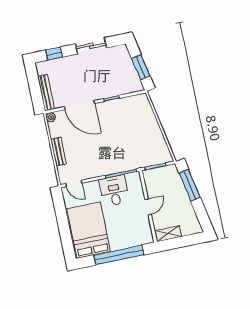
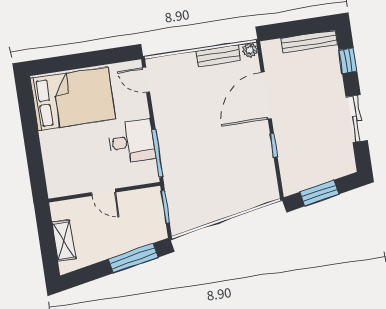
bench: (46, 93) -> (310, 42), moved
bench: (59, 152) -> (218, 56), moved
door: (74, 183) -> (146, 80), hinge flipped
shelving: (168, 234) -> (64, 240), moved
window: (119, 255) -> (32, 143), removed

